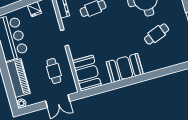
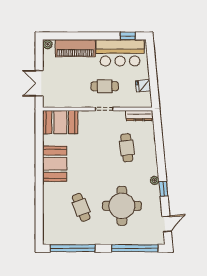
cafe table: (54, 71) -> (105, 86), moved

